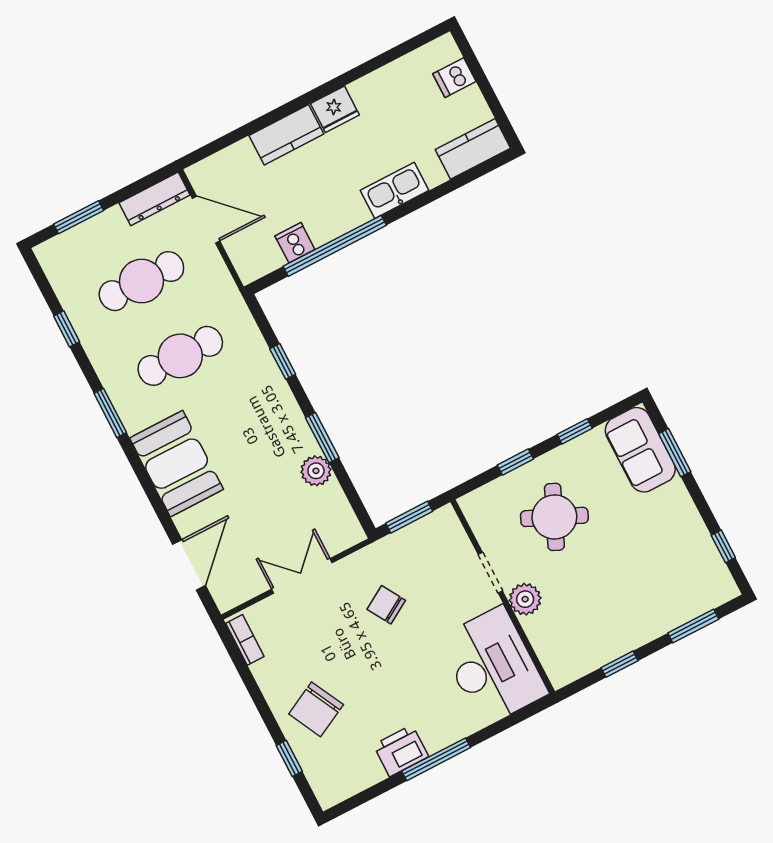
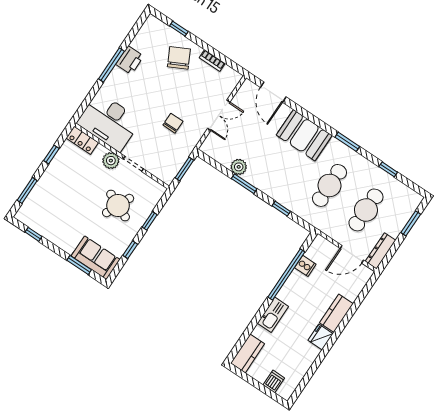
chair: (386, 605) -> (173, 123), turned -59
bookcase: (245, 640) -> (212, 61), moved
locker: (555, 660) -> (82, 140), added

